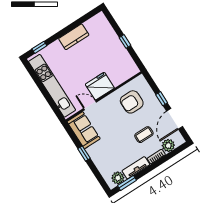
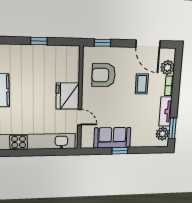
window: (162, 99) -> (103, 43), moved
armchair: (132, 102) -> (104, 75), turned 90
door: (90, 105) -> (80, 117), swing flipped
sofa: (84, 130) -> (112, 138), moved

